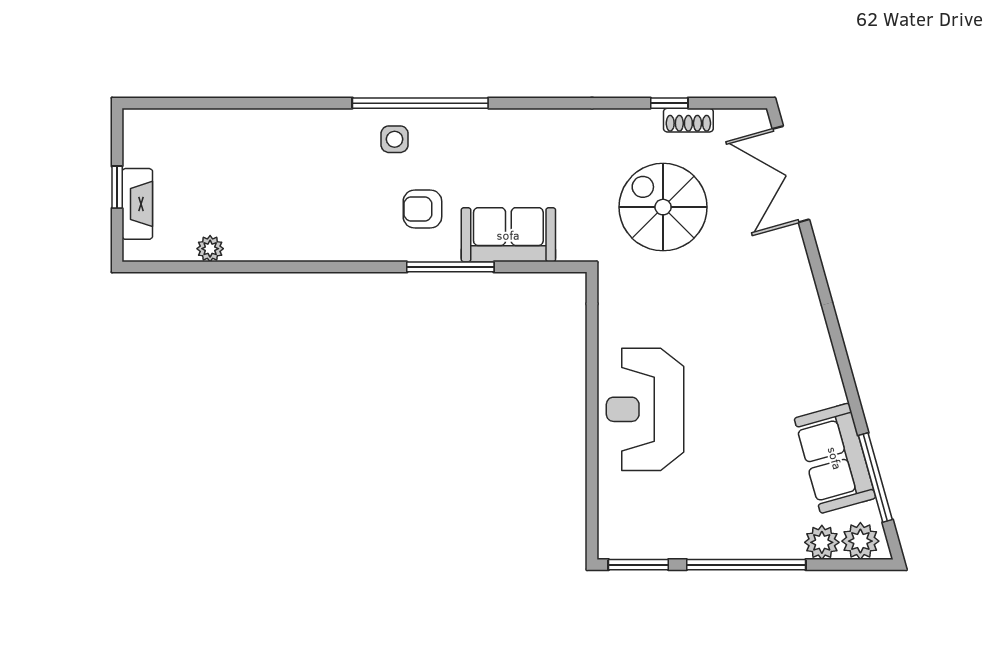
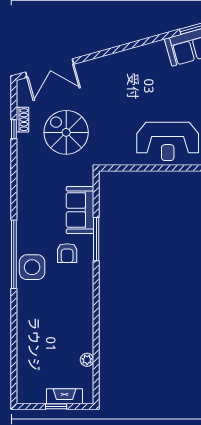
side table: (395, 139) -> (32, 267), width x1.87, depth x1.87
spiral stairs: (663, 207) -> (66, 132), turned 90

